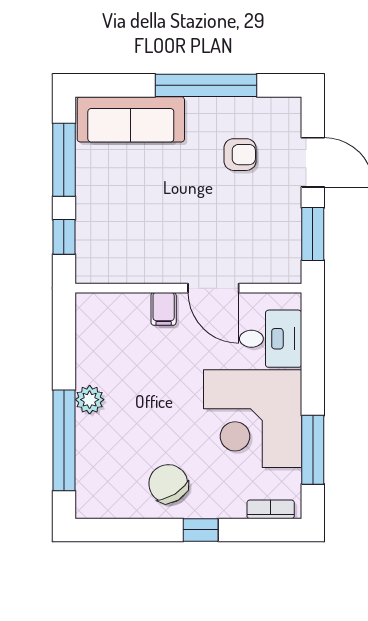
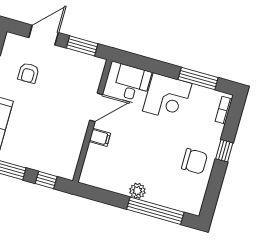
armchair: (240, 155) -> (28, 73), turned 180
corner desk: (253, 419) -> (167, 97), width x0.74, depth x0.74
chair: (168, 484) -> (194, 161), turned -148

